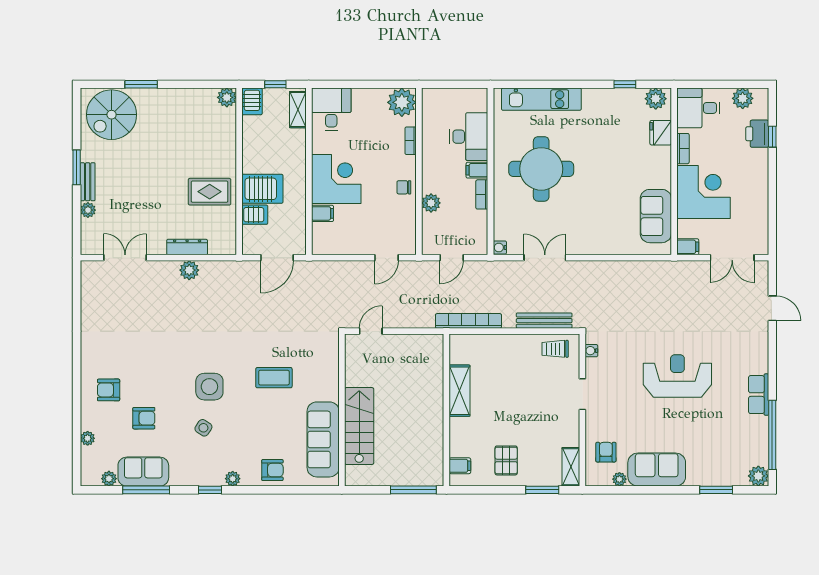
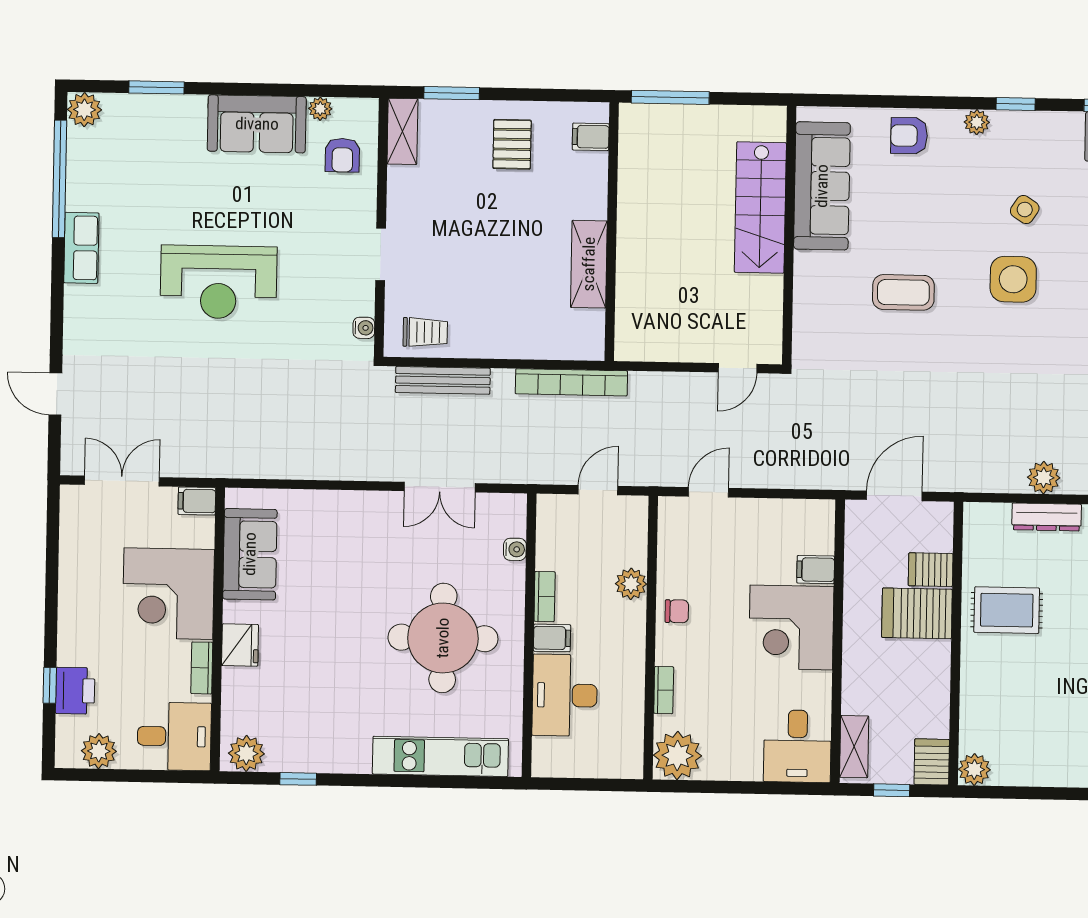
fridge: (661, 133) -> (240, 645), moved
water cooler: (500, 248) -> (515, 549), moved

